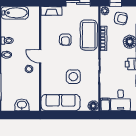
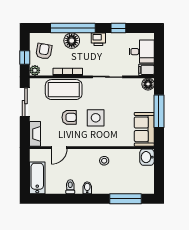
door: (40, 56) -> (59, 148), moved
side table: (73, 77) -> (96, 118), moved
sofa: (61, 103) -> (144, 129), width x0.73
washbasin: (22, 105) -> (147, 157), moved
window: (70, 115) -> (159, 111), added

